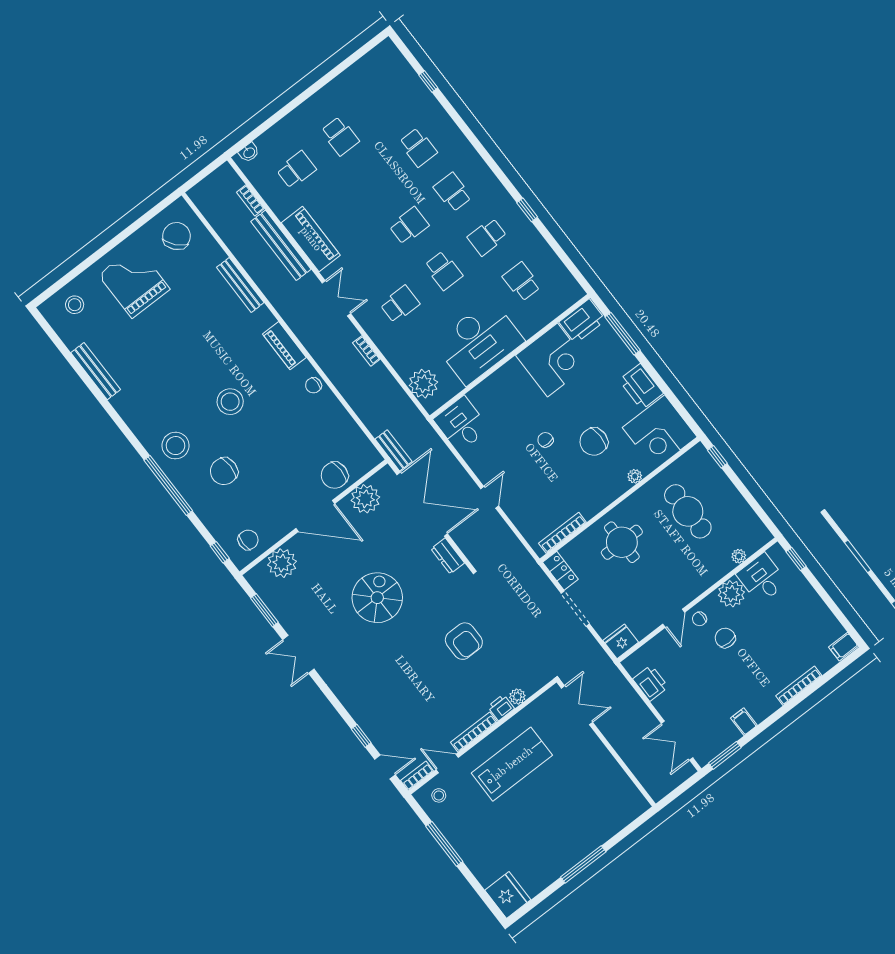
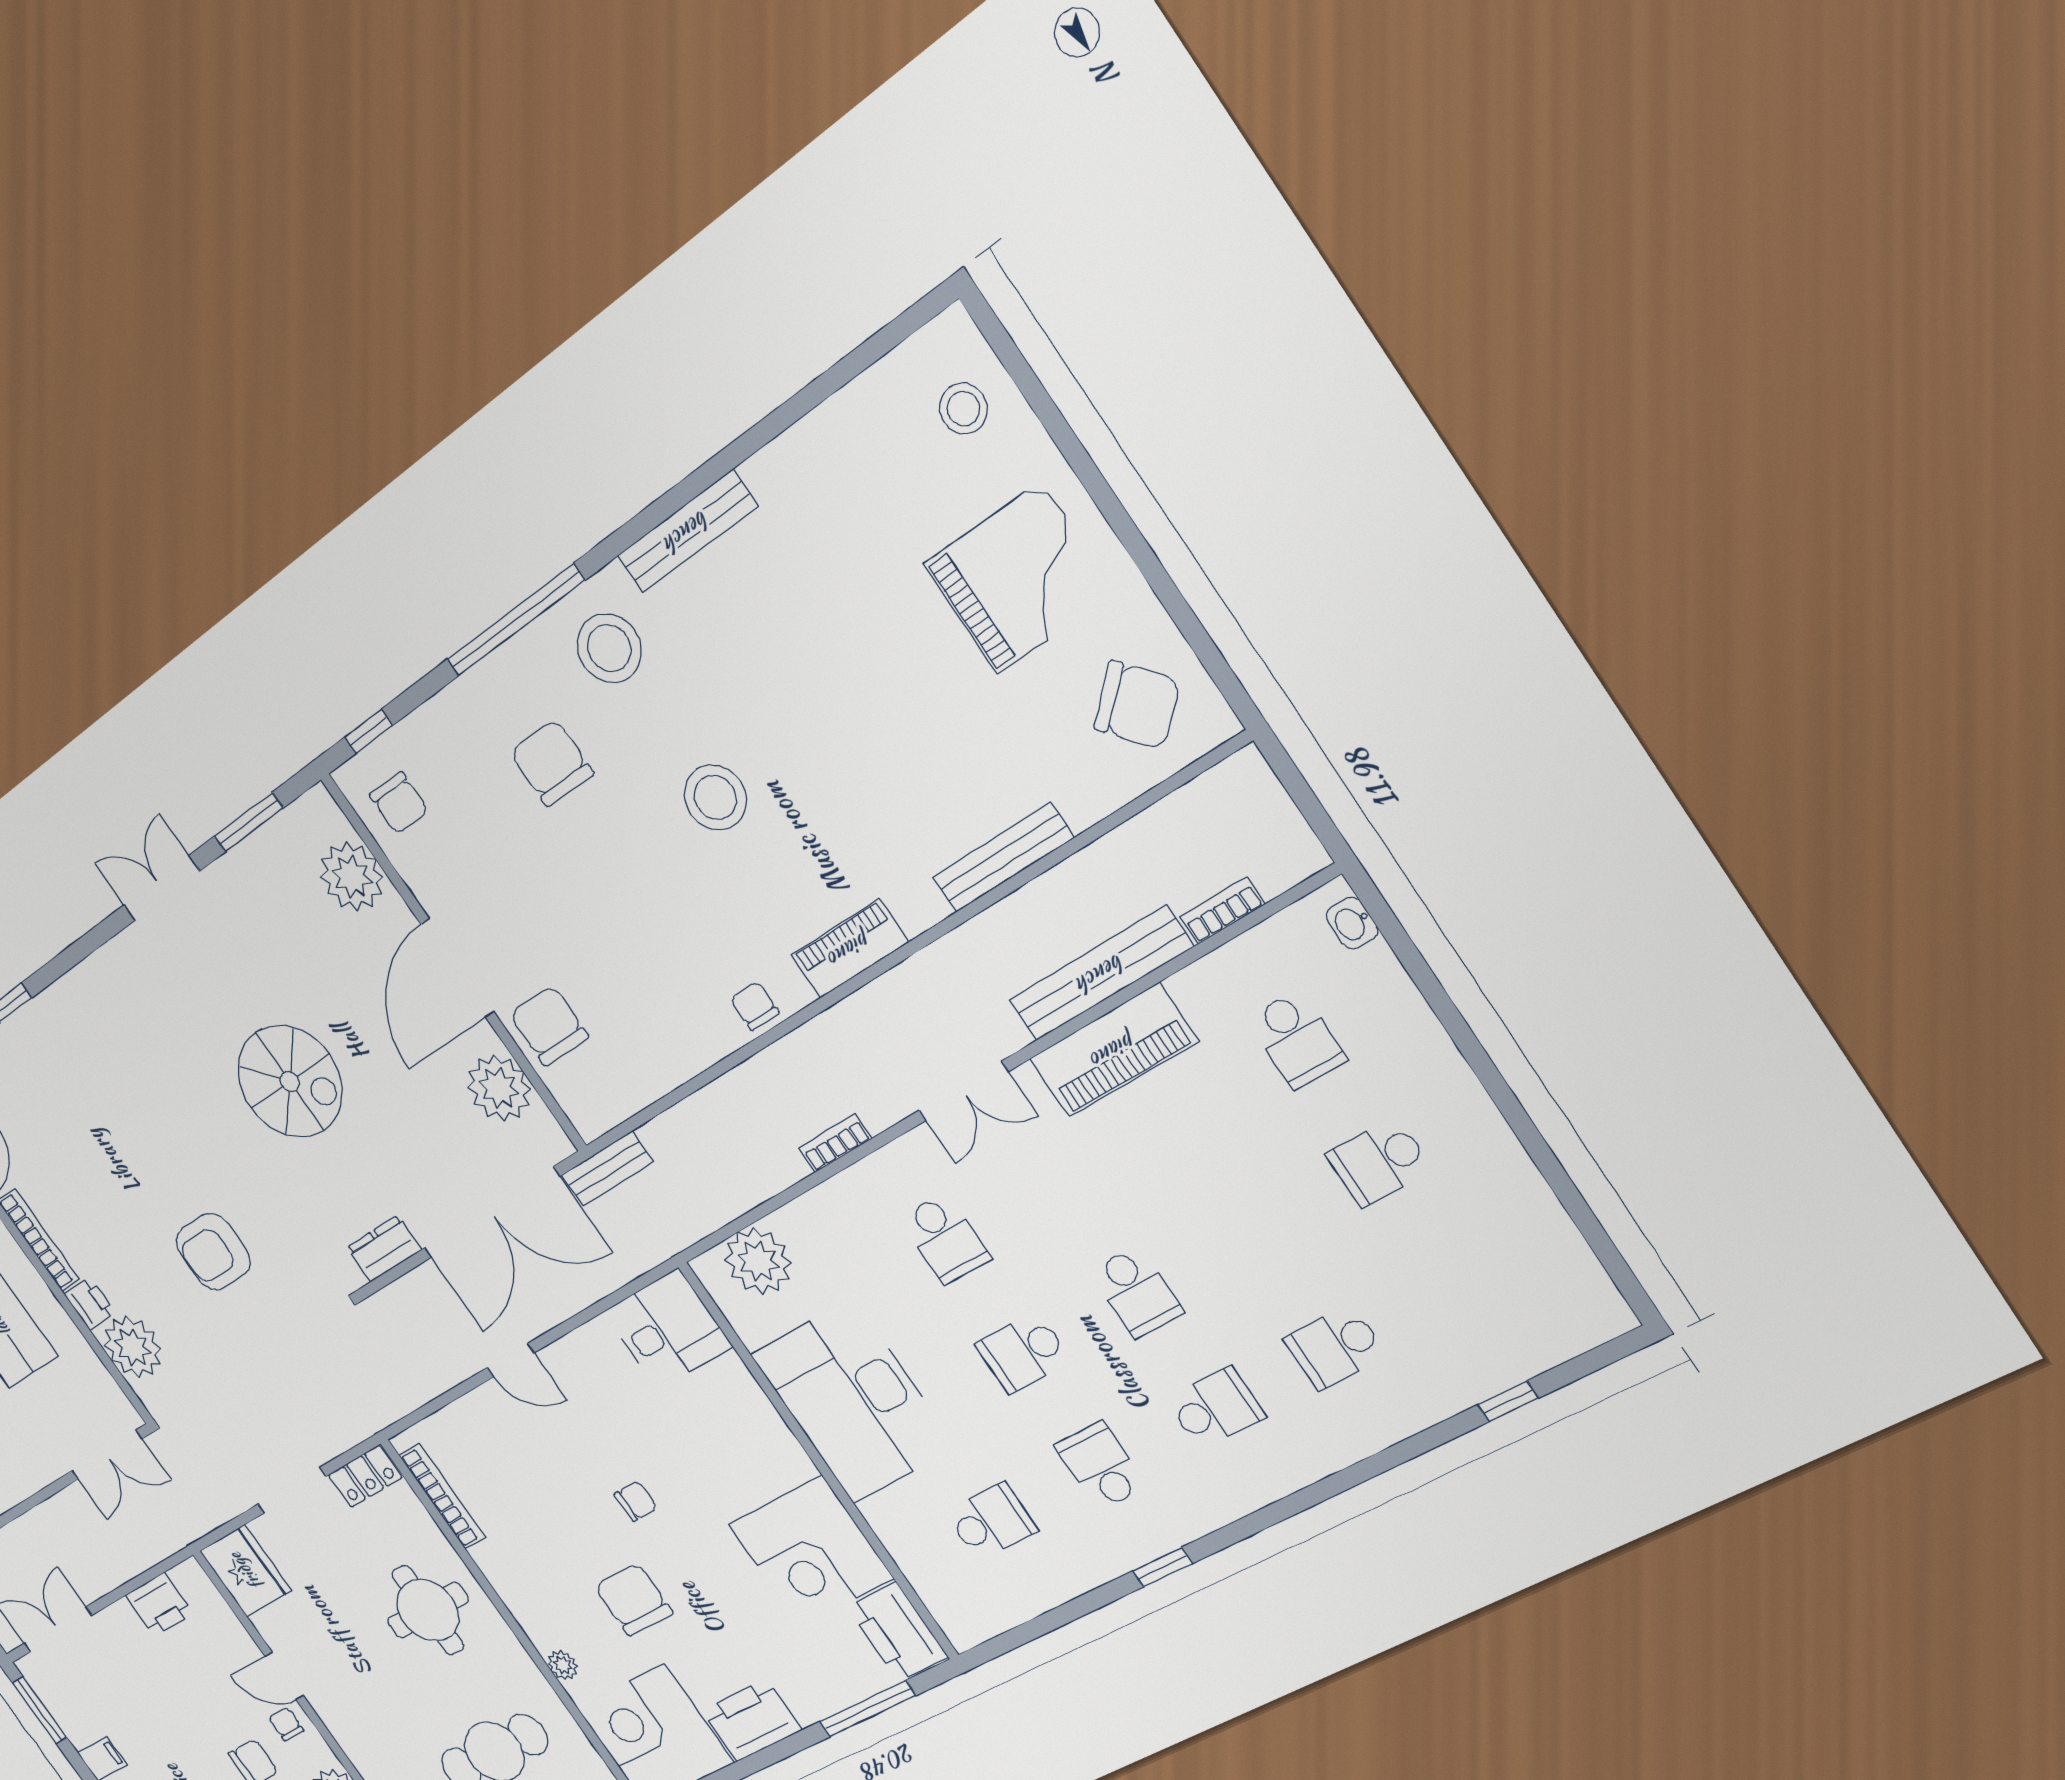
bench: (96, 371) -> (687, 531), moved
fridge: (621, 641) -> (246, 1571), width x1.36, depth x1.34
plant: (517, 696) -> (133, 1347), width x1.87, depth x1.87

